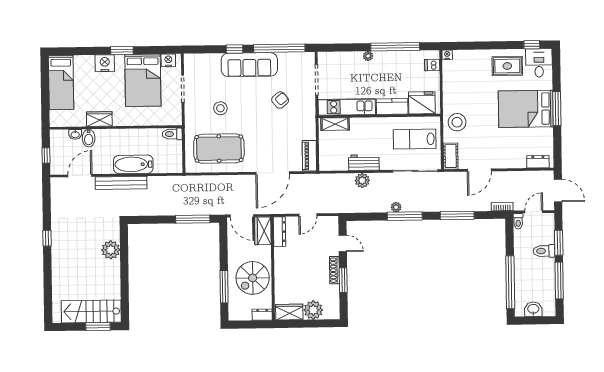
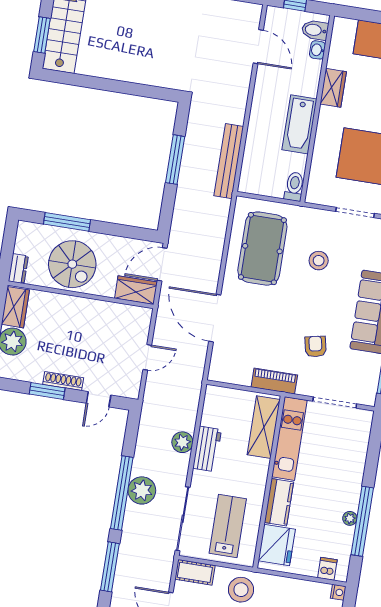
plant: (368, 56) -> (350, 518), moved
armchair: (280, 100) -> (316, 347), turned -152
shelving: (335, 124) -> (264, 427), width x1.50, depth x1.33
bidet: (89, 138) -> (315, 30), moved
piano: (309, 156) -> (274, 381), moved
bathtub: (133, 164) -> (299, 124), moved, turned 180
bench: (121, 183) -> (229, 161), moved
plant: (396, 207) -> (142, 490), width x1.88, depth x1.88
door: (308, 215) -> (147, 357), swing flipped
window: (405, 216) -> (122, 493), width x1.46
window: (193, 219) -> (175, 160), moved
dresser: (279, 232) -> (131, 313), removed
plant: (111, 250) -> (146, 72), removed
spiral stairs: (253, 278) -> (72, 264), turned 180

